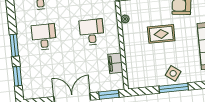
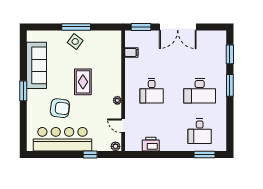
rug: (161, 34) -> (83, 82), turned 90
desk: (44, 37) -> (200, 91), width x1.37
filing cabinet: (115, 63) -> (131, 52), width x0.50

